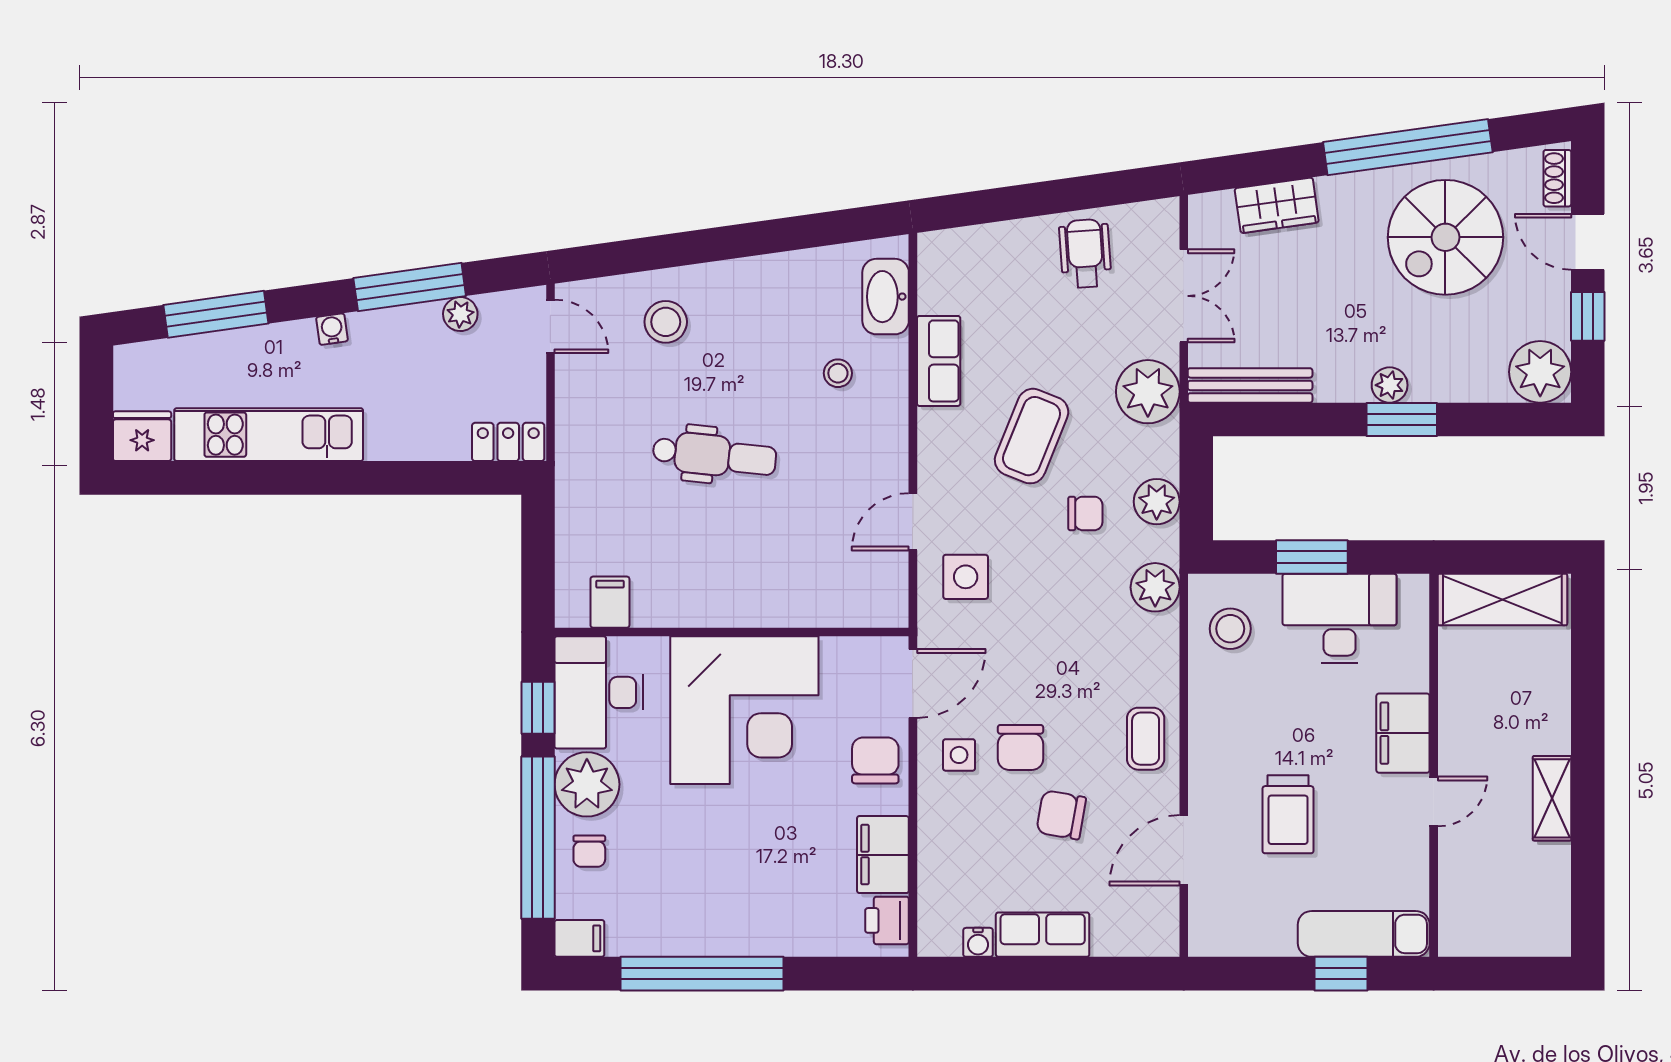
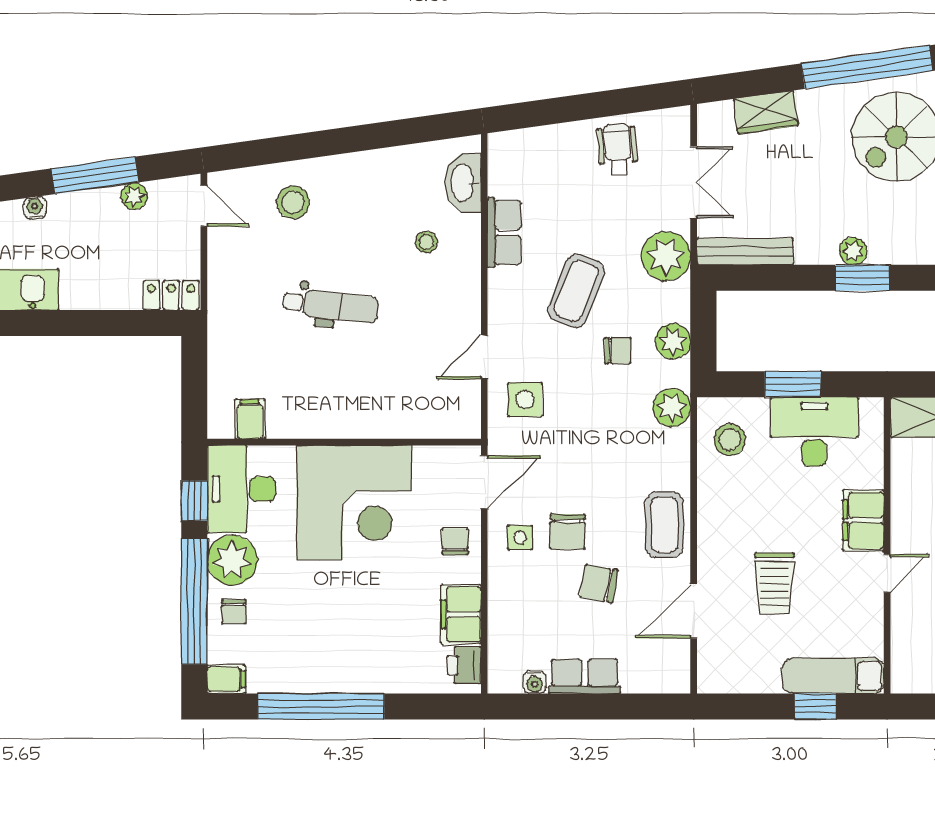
coffee table: (1146, 739) -> (664, 525), width x1.36, depth x1.30
chair: (875, 760) -> (455, 542), width x0.73, depth x0.73

